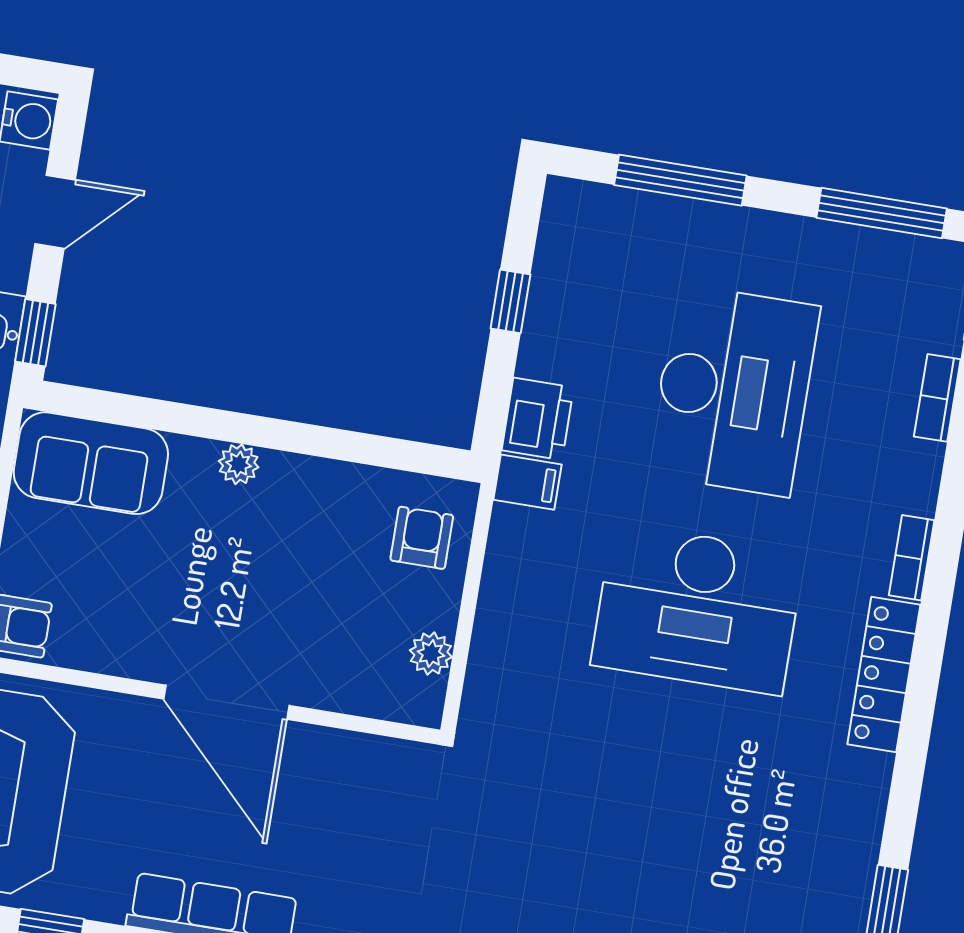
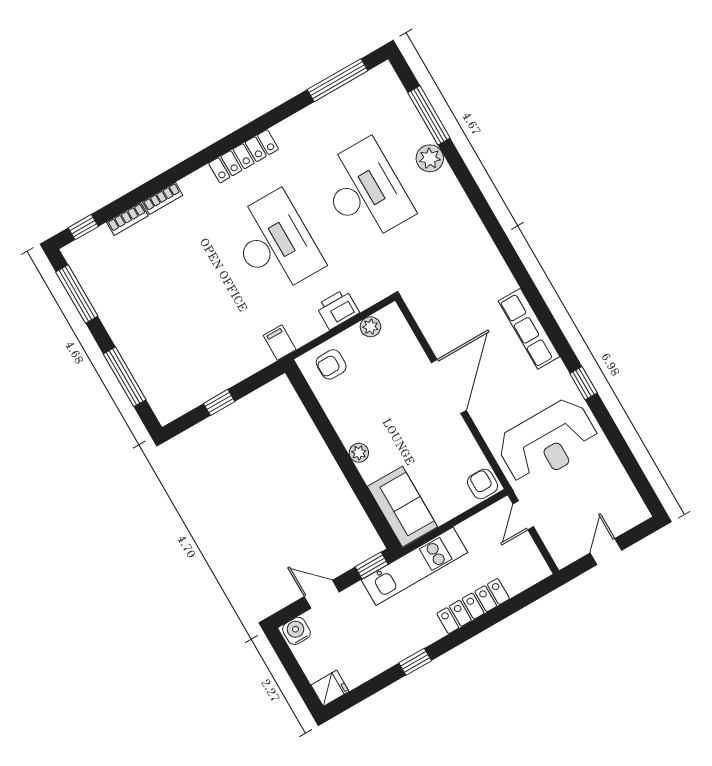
desk: (733, 390) -> (365, 191), moved, turned 90
printer: (538, 419) -> (338, 309), moved
bookcase: (912, 558) -> (162, 198), moved

